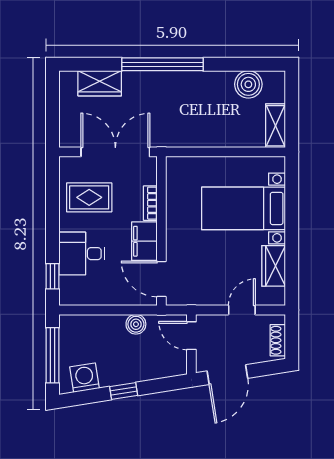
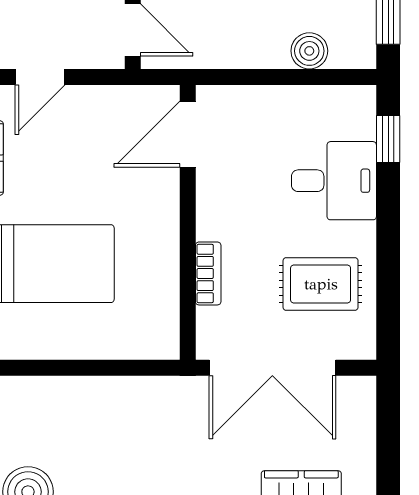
filing cabinet: (144, 241) -> (219, 203), removed
door: (161, 279) -> (188, 134), swing flipped
boiler: (136, 324) -> (309, 51), moved

